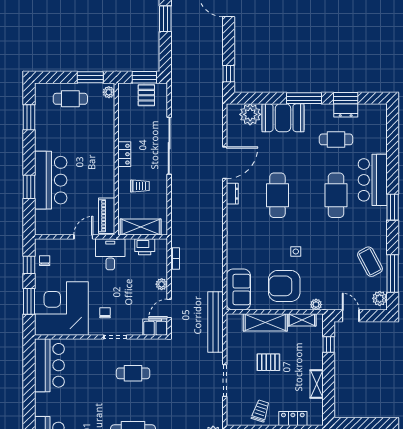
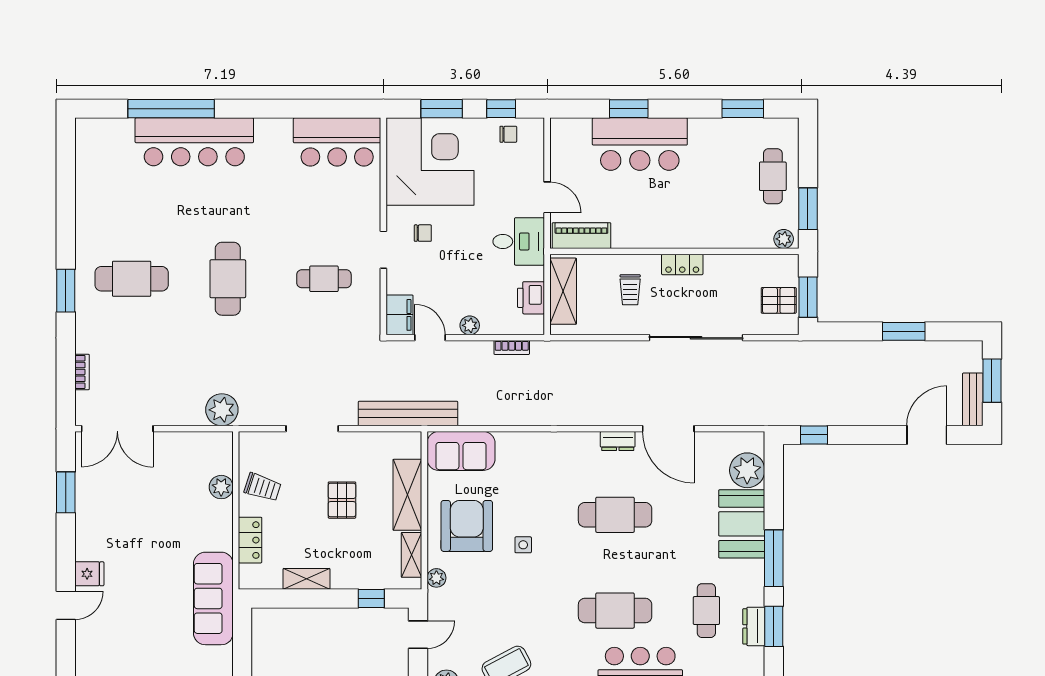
cafe table: (133, 373) -> (324, 279), turned 90

